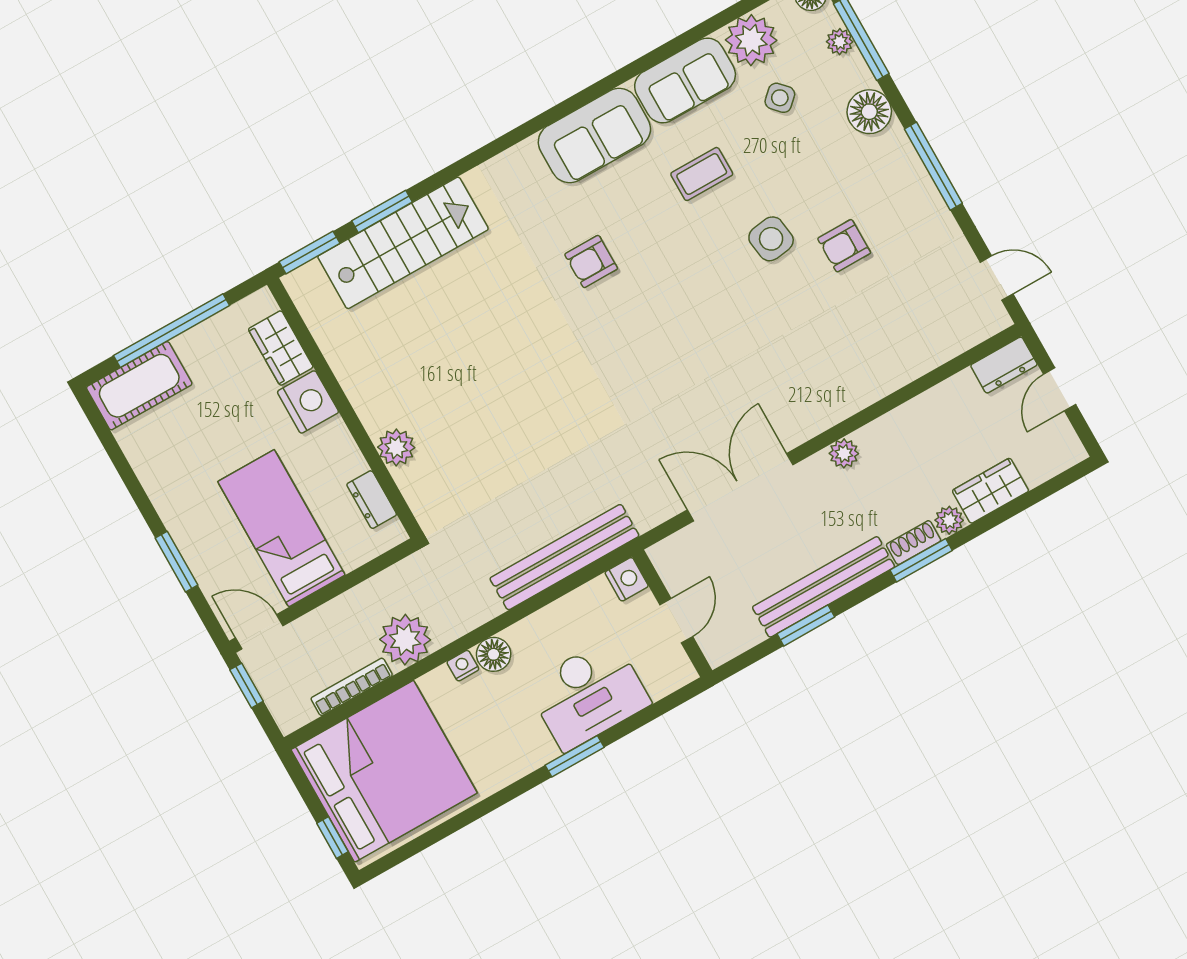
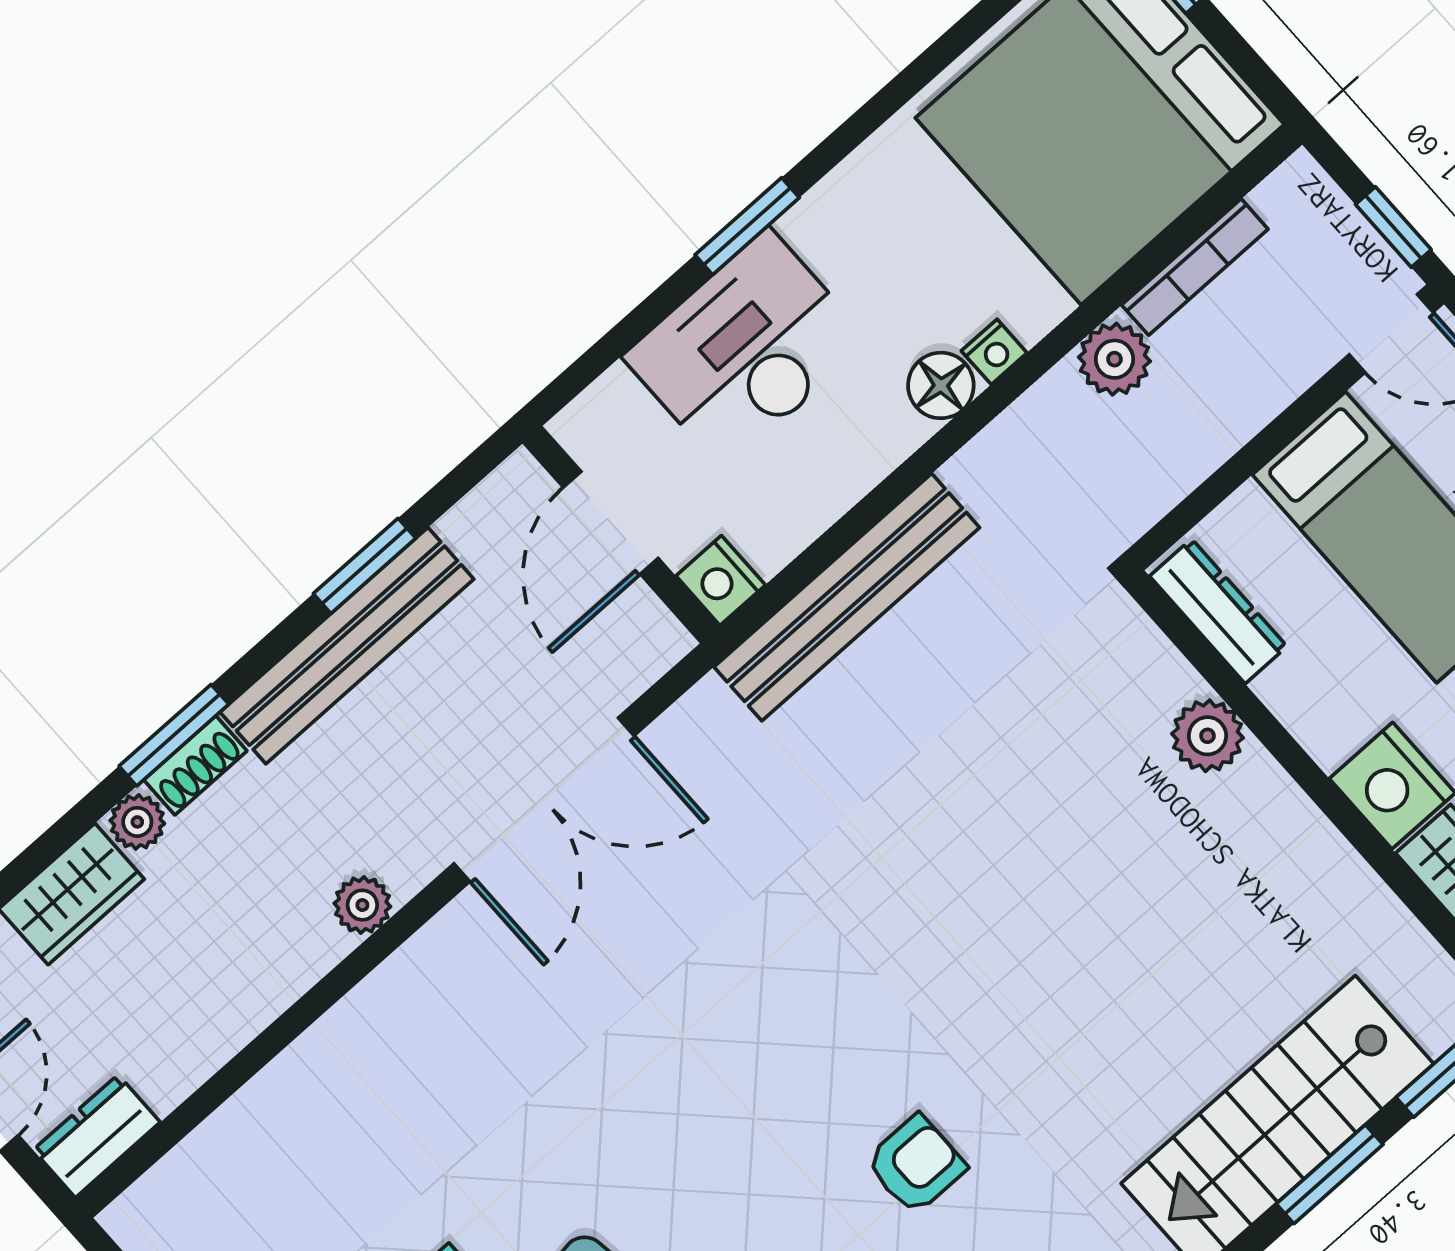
dresser: (372, 500) -> (1218, 611), width x1.44
door: (676, 621) -> (611, 523), width x1.38
plant: (405, 640) -> (1114, 359), width x0.73, depth x0.73

